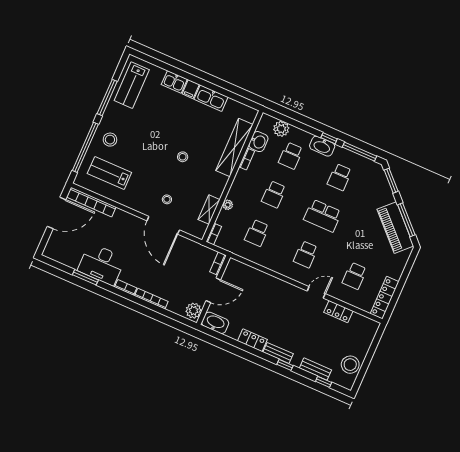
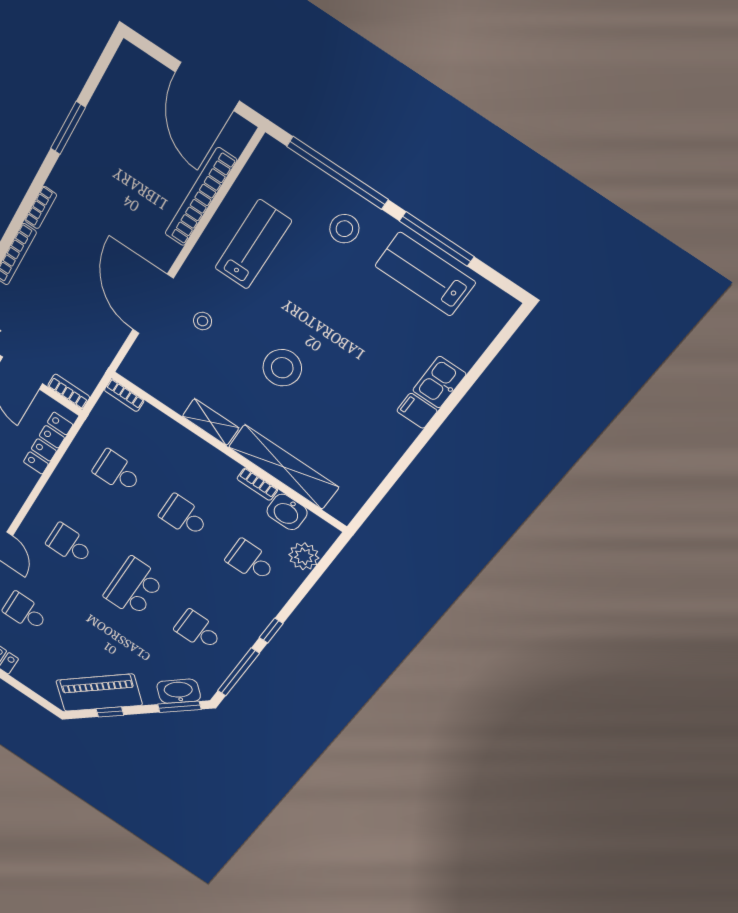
lab bench: (132, 85) -> (425, 274), moved
kitchen sink: (211, 98) -> (390, 445), removed
washbasin: (322, 146) -> (179, 691), moved, turned 45
stool: (183, 157) -> (282, 368), width x1.89, depth x1.89
lab bench: (109, 173) -> (253, 245), moved
bookcase: (91, 202) -> (201, 197), moved
plant: (228, 205) -> (176, 432), removed
shelving: (209, 210) -> (211, 422), moved
window: (406, 220) -> (110, 712), width x0.46
door: (163, 225) -> (153, 304), hinge flipped
desk: (101, 264) -> (91, 166), removed
locker: (249, 272) -> (48, 443), added

